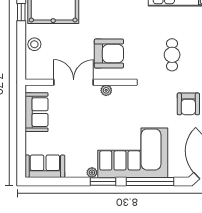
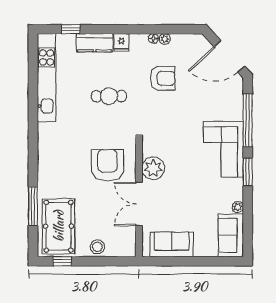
plant: (106, 90) -> (153, 168), width x1.88, depth x1.88
corner sofa: (133, 153) -> (223, 149), width x0.73, depth x0.74
plant: (92, 172) -> (238, 207), moved

